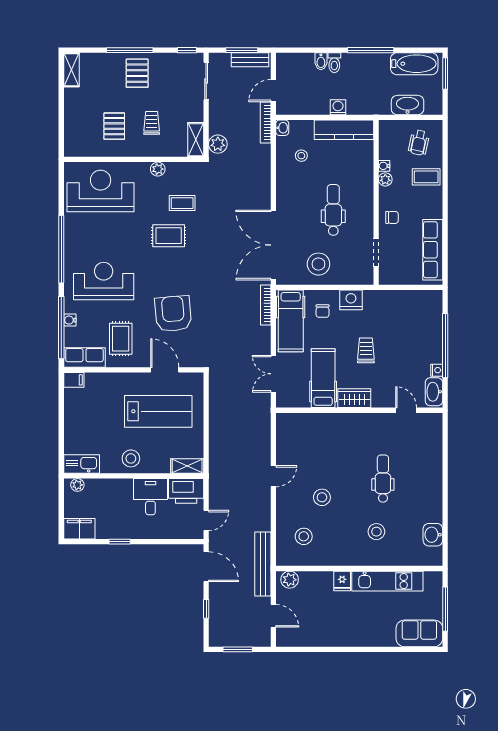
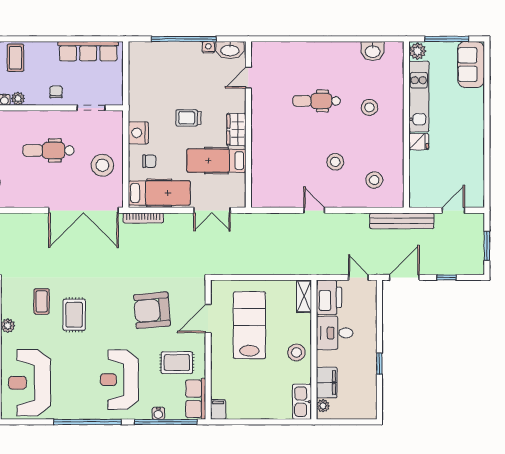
filing cabinet: (79, 529) -> (327, 383), moved, turned 180
plant: (290, 580) -> (417, 51), moved

